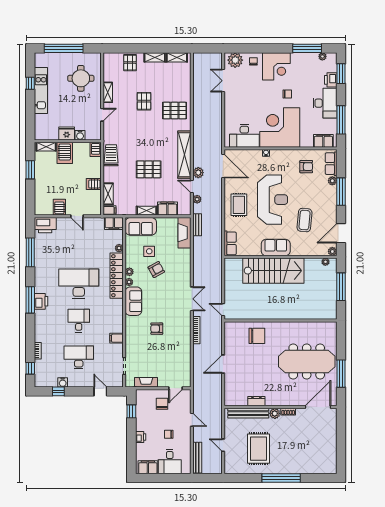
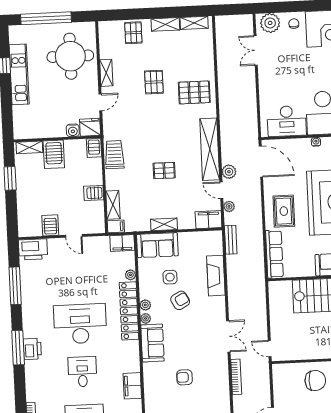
round table: (81, 78) -> (70, 56), width x1.36, depth x1.36
fridge: (67, 133) -> (90, 127), moved
pallet: (149, 169) -> (164, 171), width x0.67, depth x0.71
filing cabinet: (167, 209) -> (209, 220), moved
fireplace: (184, 233) -> (216, 276), moved
row of seats: (230, 243) -> (274, 254), width x1.48
filing cabinet: (116, 338) -> (132, 386), width x2.00

